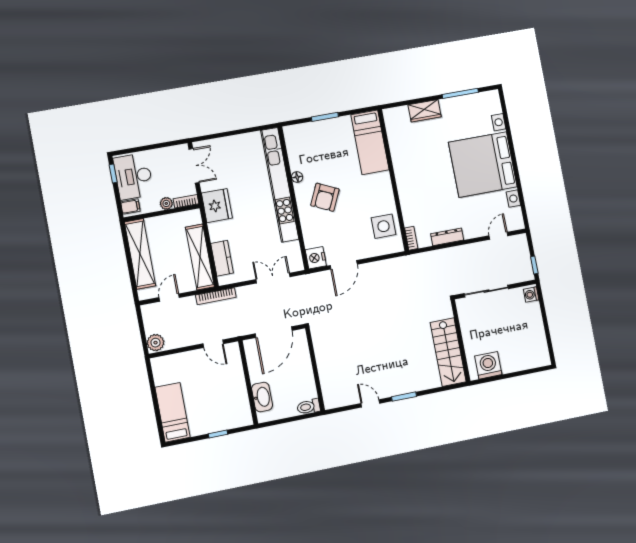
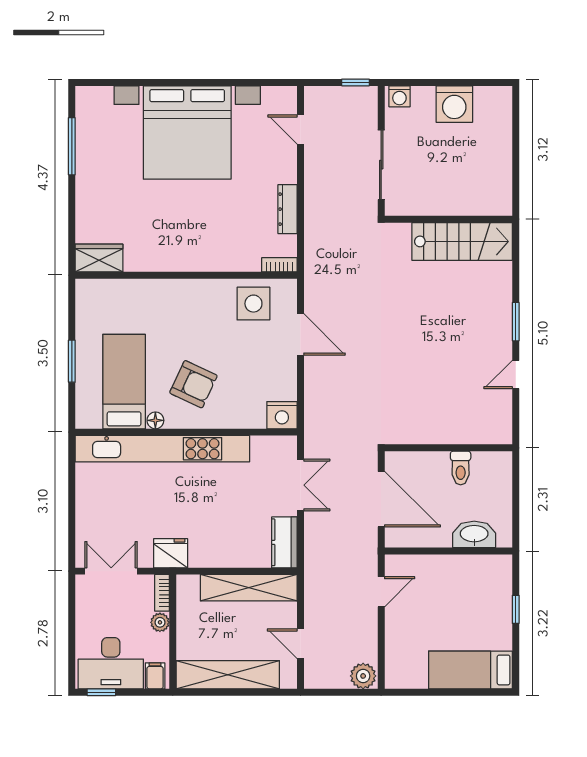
wardrobe: (425, 111) -> (99, 258), moved, turned -90
bed: (370, 142) -> (124, 382), moved, turned -90
fridge: (217, 206) -> (171, 553), width x0.73, depth x0.75
kitchen counter: (222, 258) -> (284, 542), moved, turned -90
door: (344, 265) -> (300, 334), moved
double door: (273, 278) -> (300, 485), swing flipped
bookcase: (216, 296) -> (311, 575), removed
washing machine: (488, 365) -> (454, 104), moved, turned -90
toilet: (309, 407) -> (461, 468), moved

